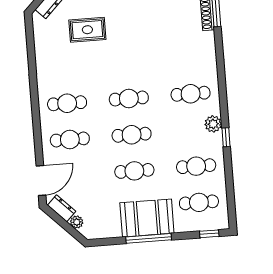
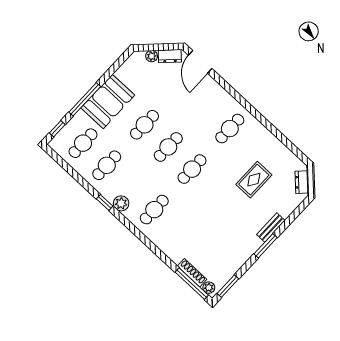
rug: (87, 30) -> (254, 180), moved
cafe table: (70, 139) -> (206, 106), removed
window: (149, 238) -> (85, 99), moved

